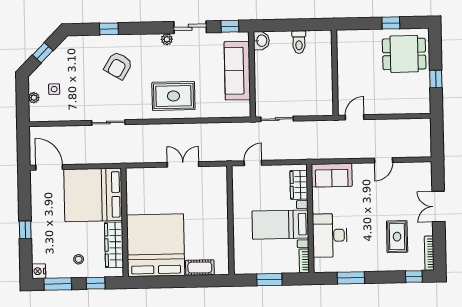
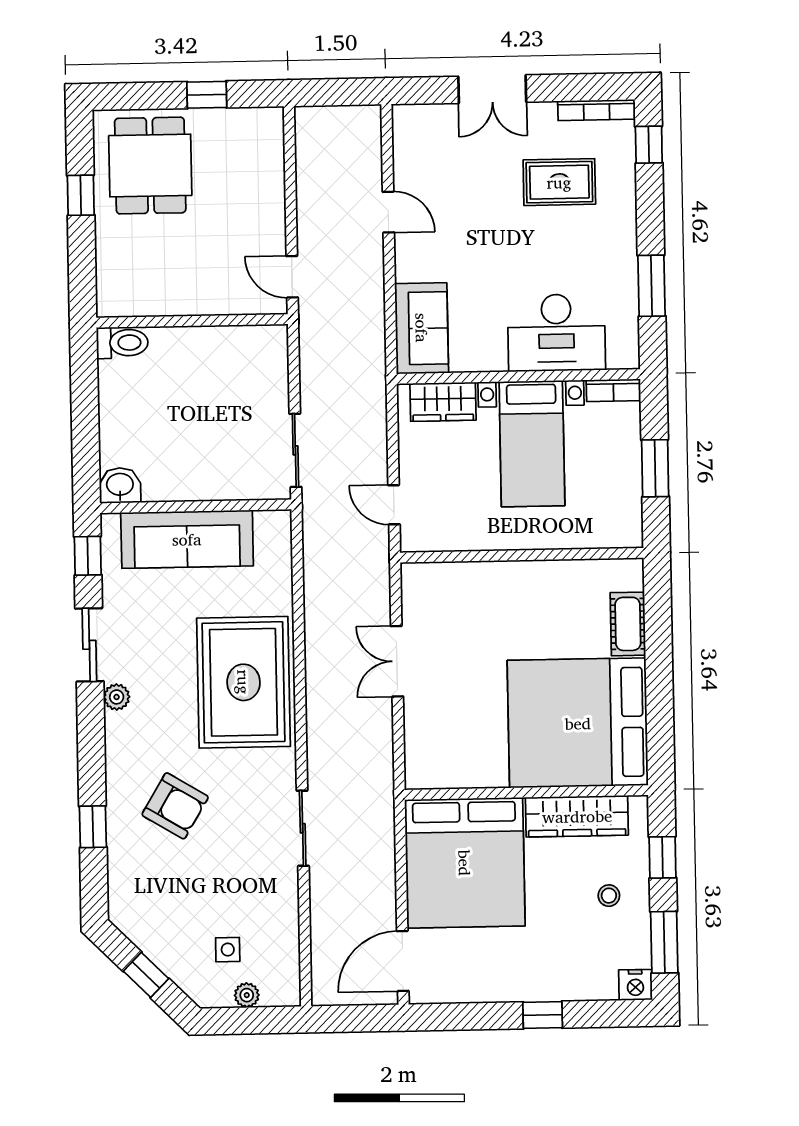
toilet: (299, 42) -> (122, 343), moved
rug: (173, 96) -> (244, 682), width x1.37, depth x1.44

